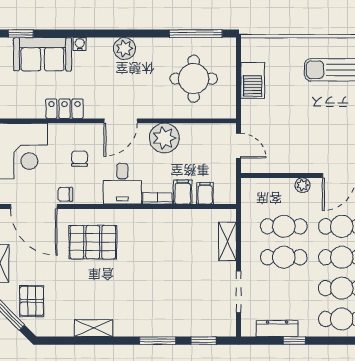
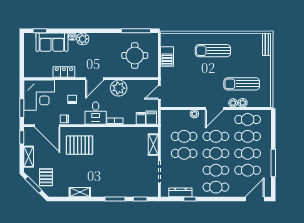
plant: (124, 48) -> (83, 39), moved
door: (239, 146) -> (159, 92), swing flipped
filing cabinet: (183, 192) -> (151, 118), moved

